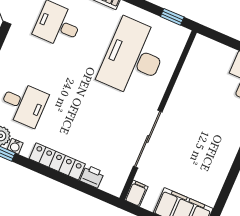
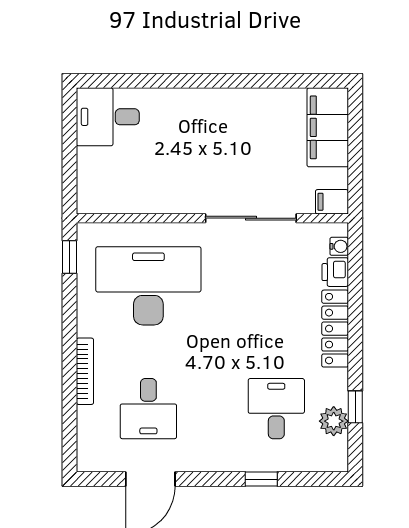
desk: (133, 58) -> (148, 286), turned 180
water cooler: (15, 146) -> (339, 246), moved

